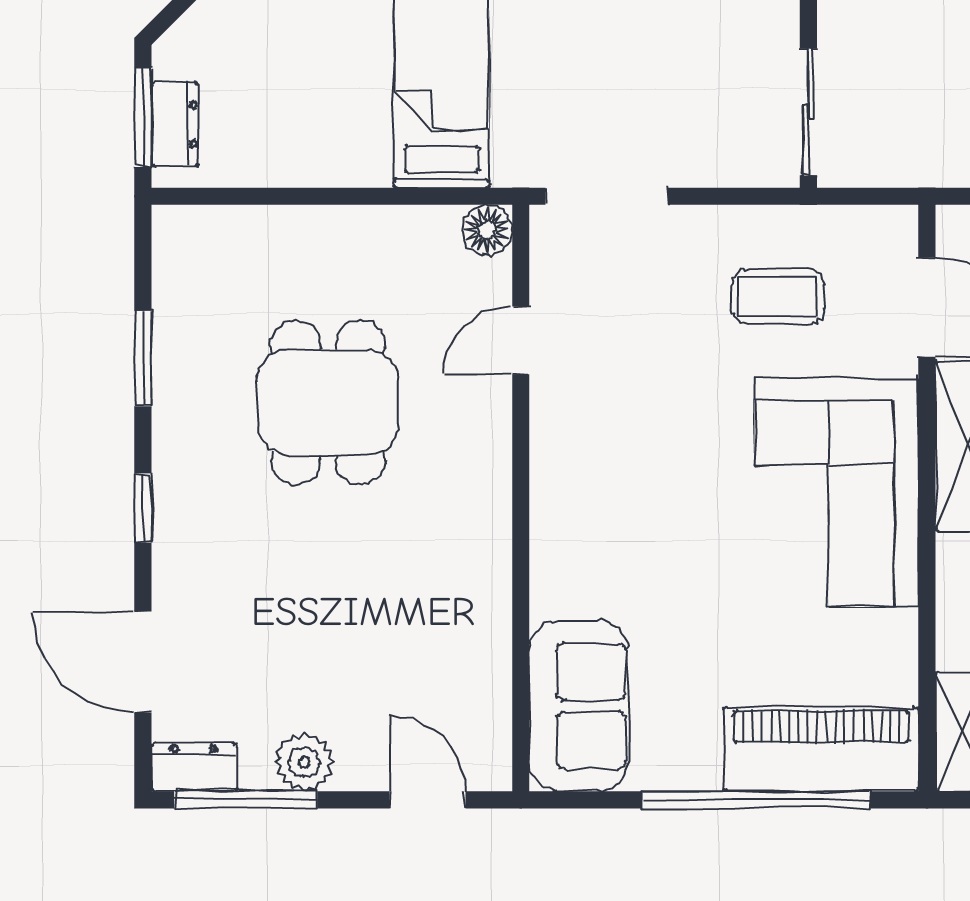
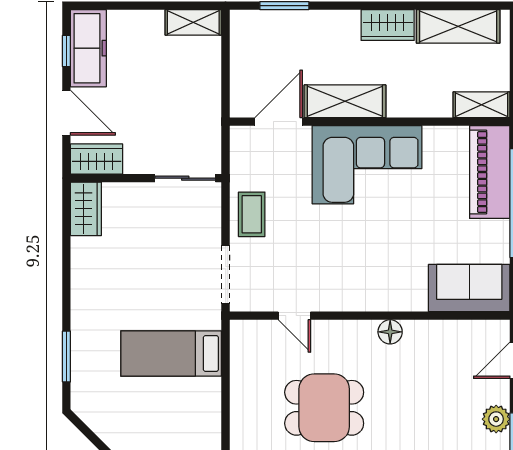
floor lamp: (487, 230) -> (390, 332), moved
coffee table: (778, 297) -> (252, 214), moved

